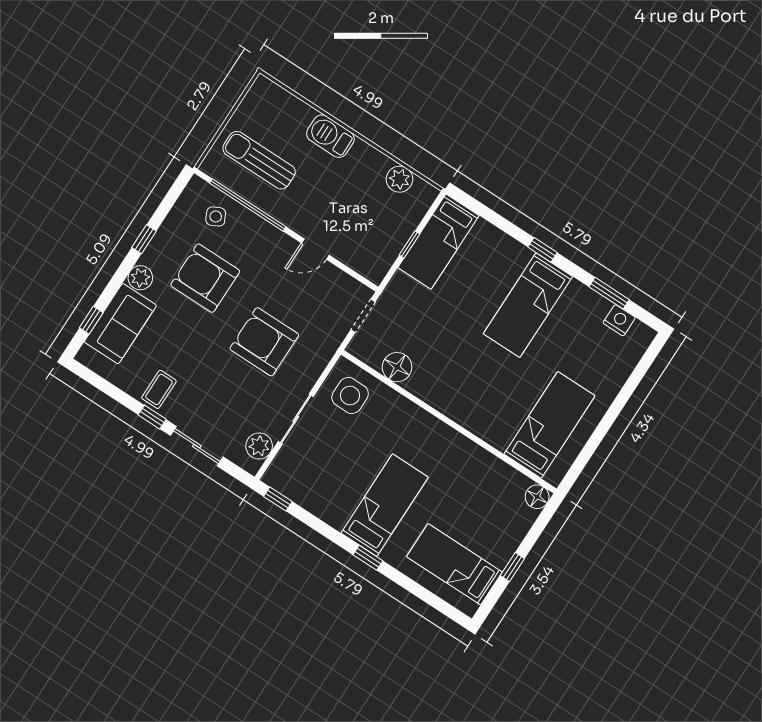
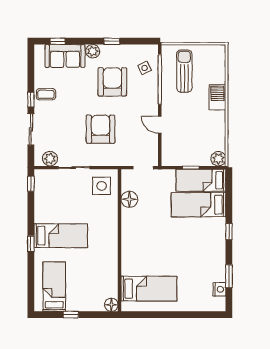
plant: (399, 179) -> (218, 159), moved
bed: (528, 305) -> (199, 205), moved

